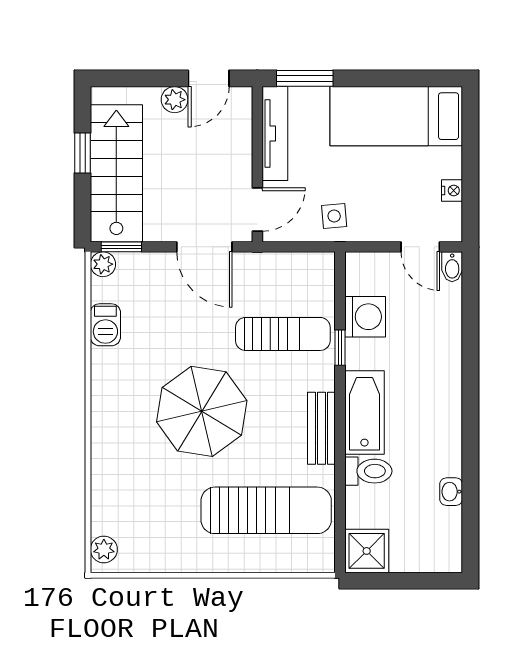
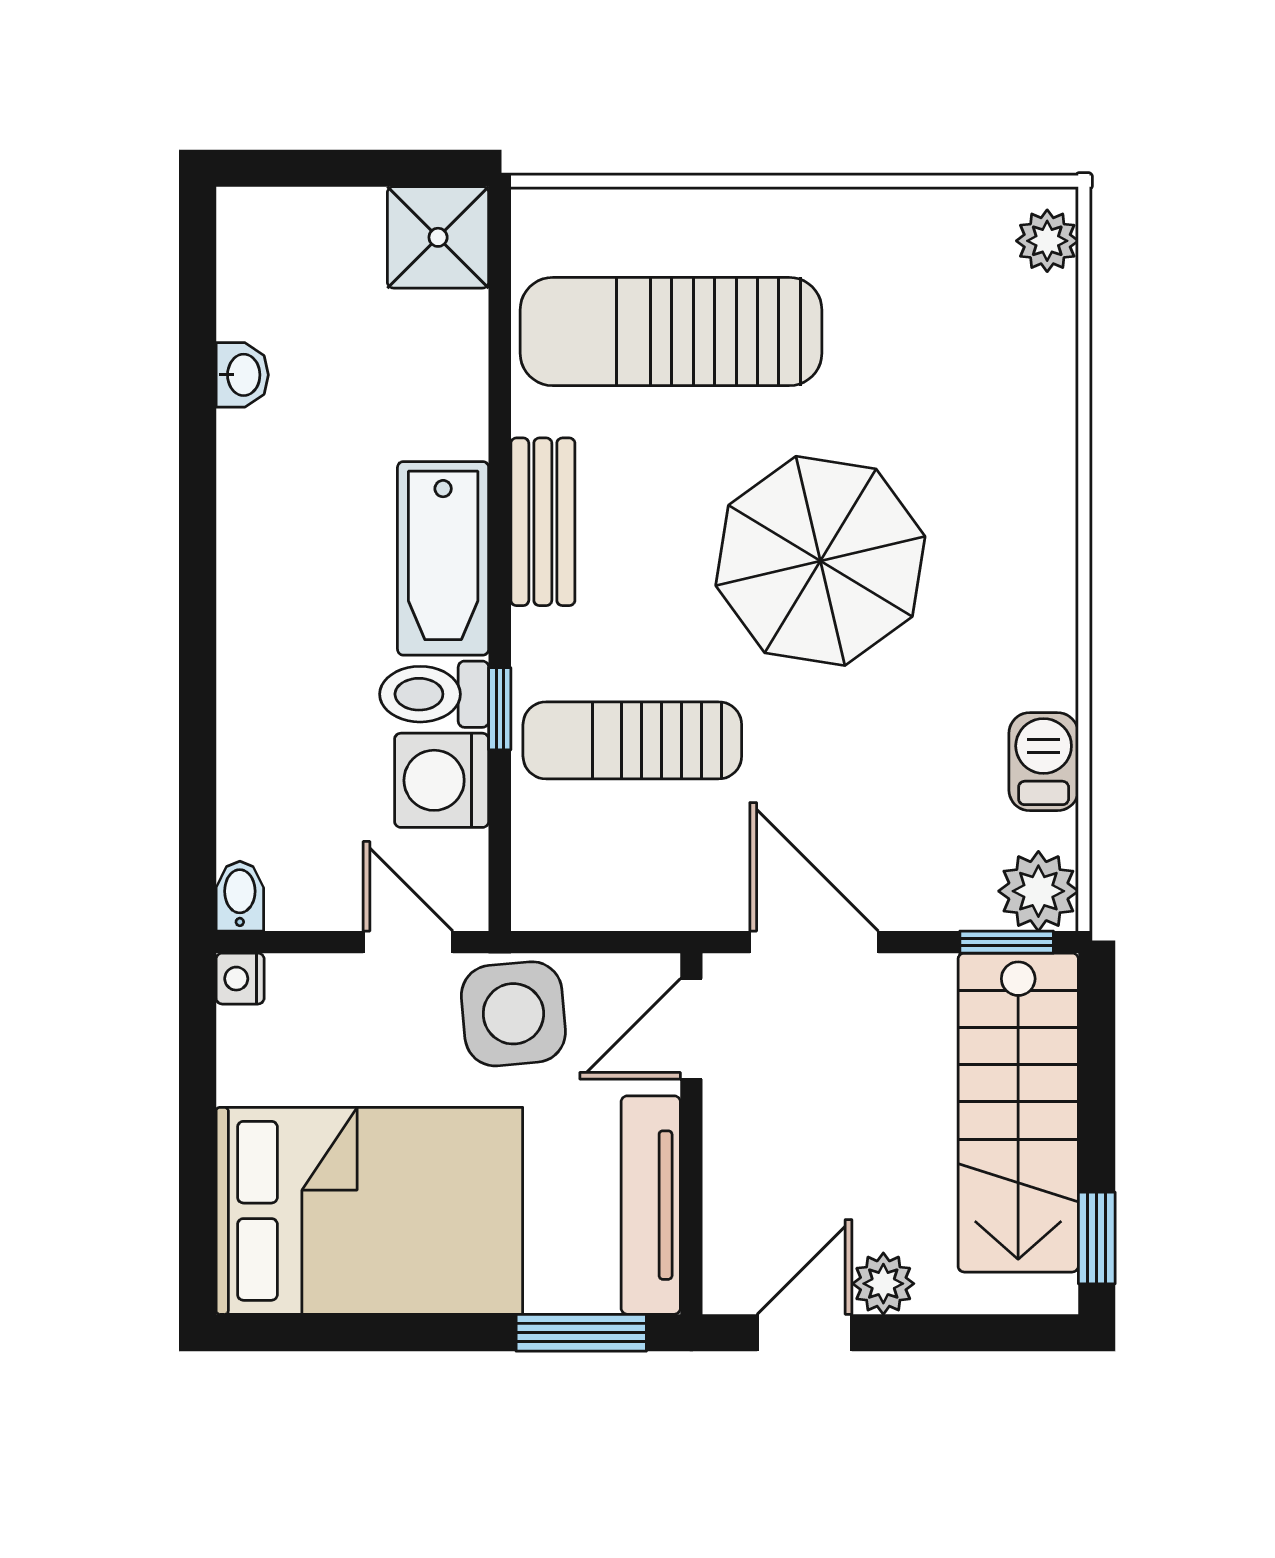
bed: (396, 116) -> (369, 1211), width x1.50
window: (82, 153) -> (1097, 1238), moved
nightstand: (452, 191) -> (240, 979), moved
side table: (334, 216) -> (513, 1014), width x1.87, depth x1.87
door: (420, 247) -> (408, 942), moved
plant: (103, 264) -> (1038, 891), width x1.38, depth x1.38
toilet: (368, 471) -> (434, 694), moved

